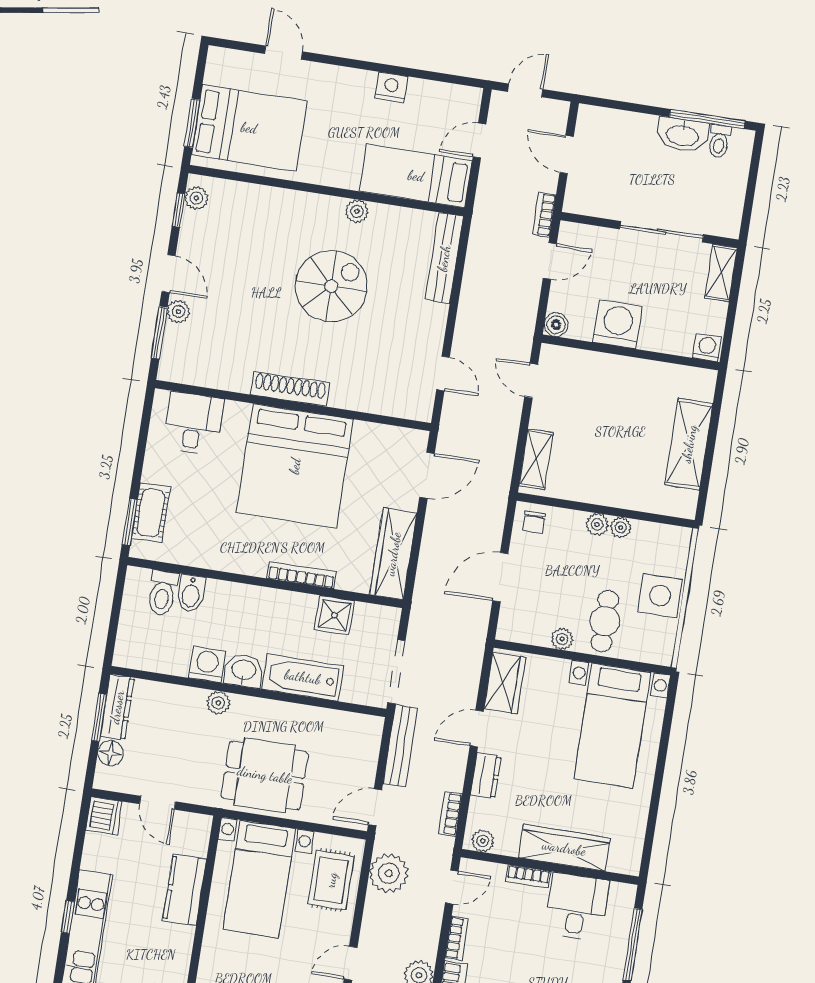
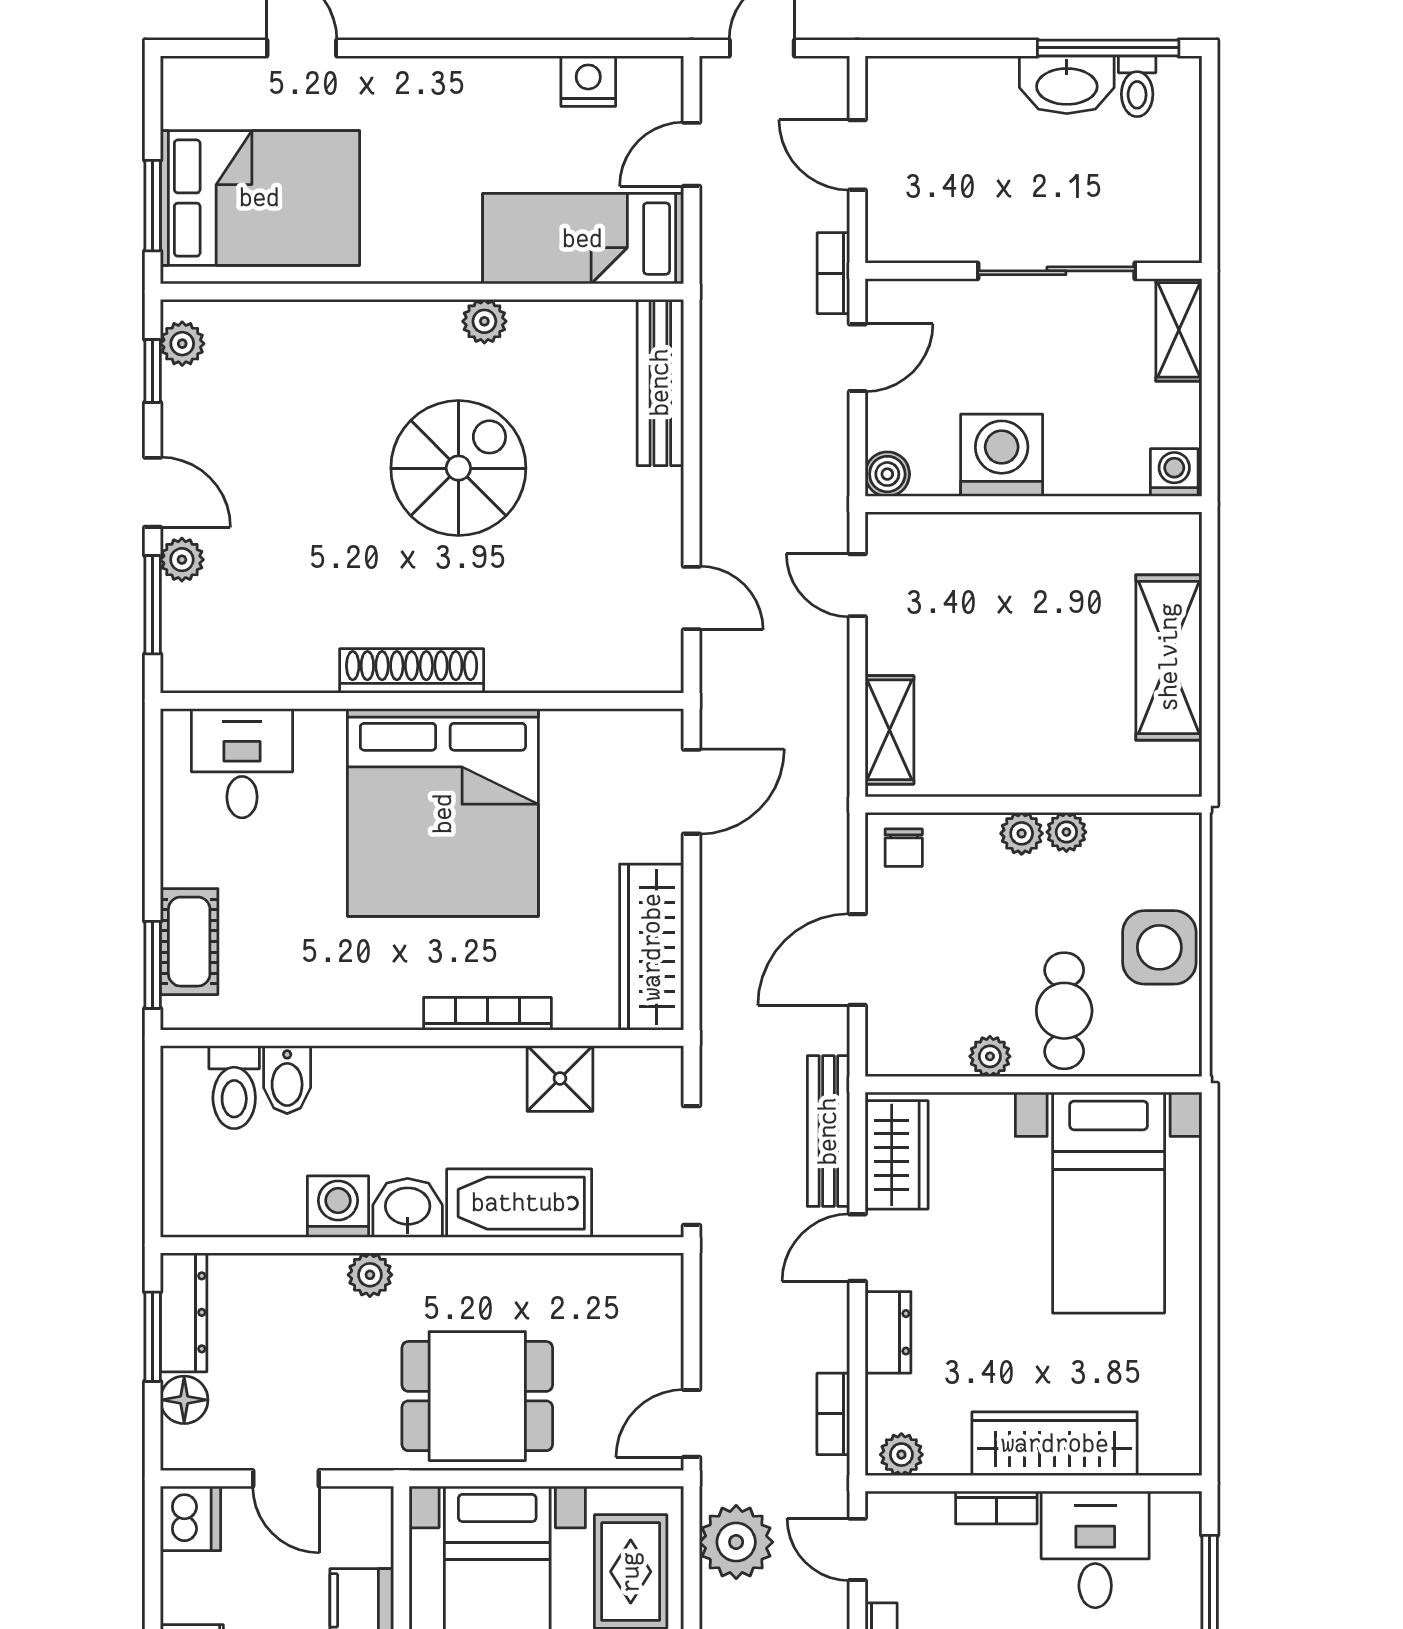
nightstand: (391, 87) -> (588, 81), moved
bench: (400, 746) -> (828, 1131), moved
door: (452, 887) -> (857, 1549), swing flipped

